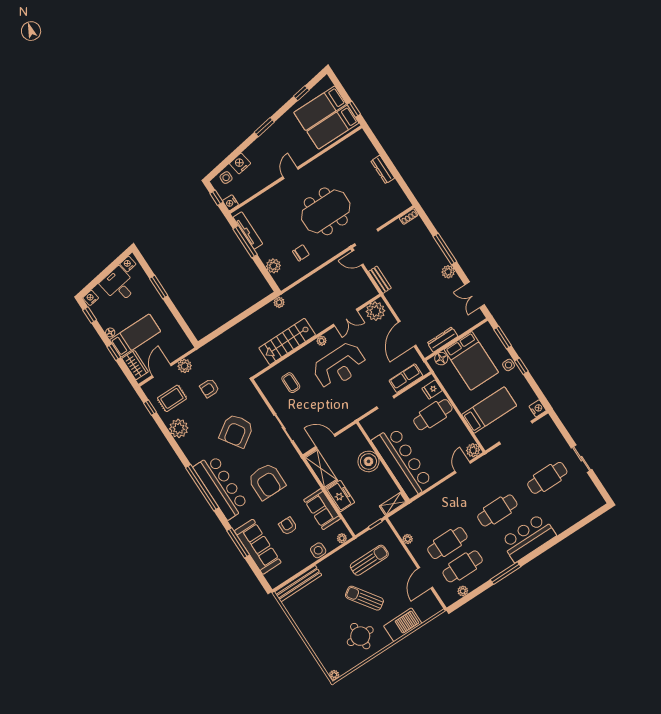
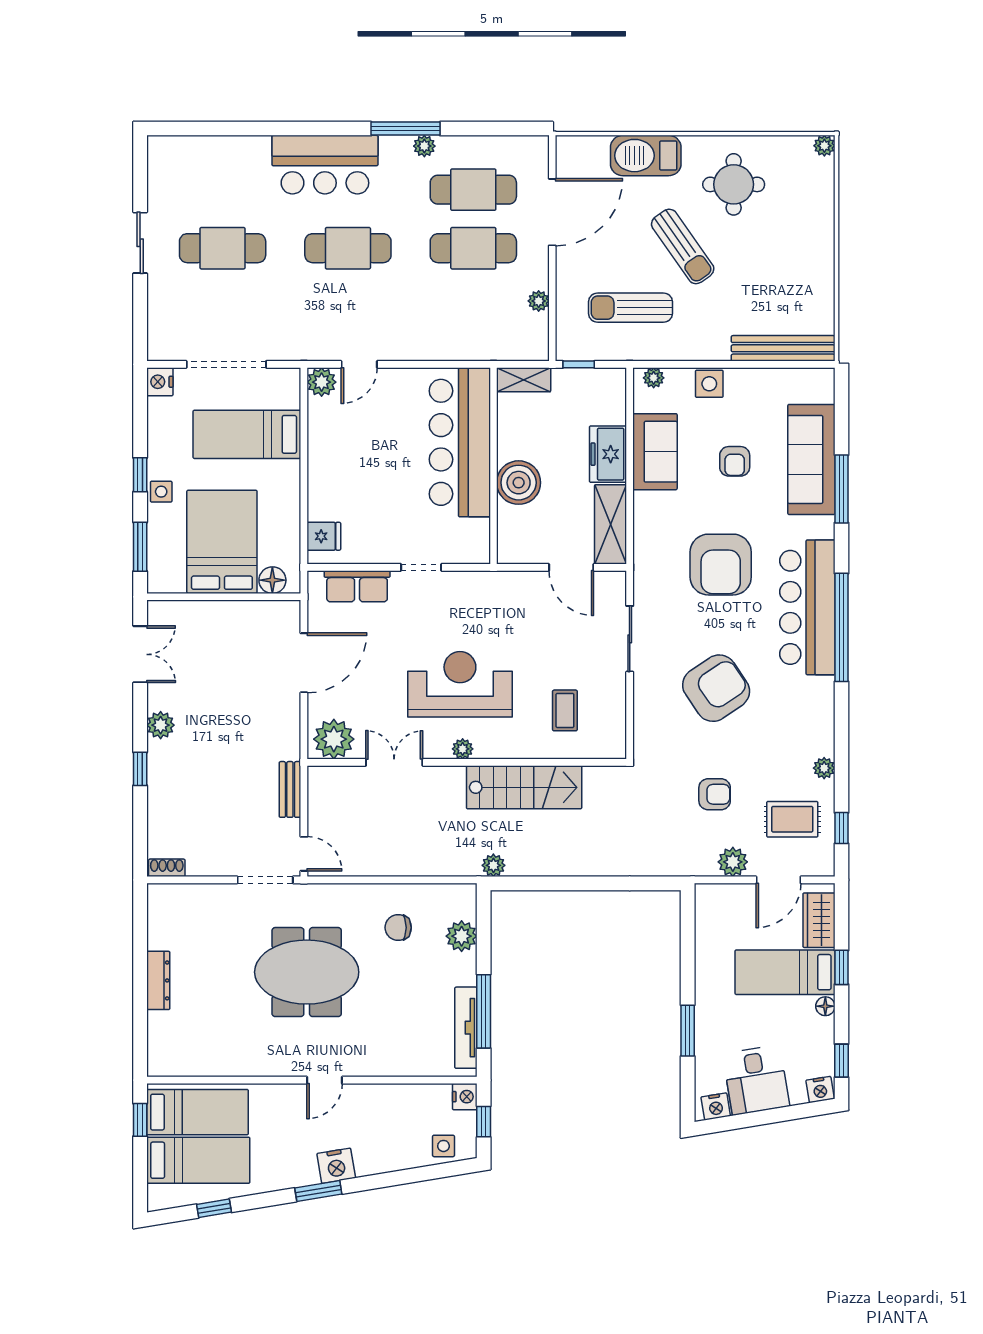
nightstand: (240, 163) -> (336, 1166), moved
window: (445, 249) -> (140, 769), width x0.46
dresser: (443, 340) -> (248, 612), removed
cafe table: (433, 415) -> (351, 491), removed
plant: (179, 428) -> (824, 768), width x0.53, depth x0.53
armchair: (267, 481) -> (721, 565), turned 180
door: (425, 578) -> (552, 212), width x1.36
plant: (463, 591) -> (424, 146), moved

